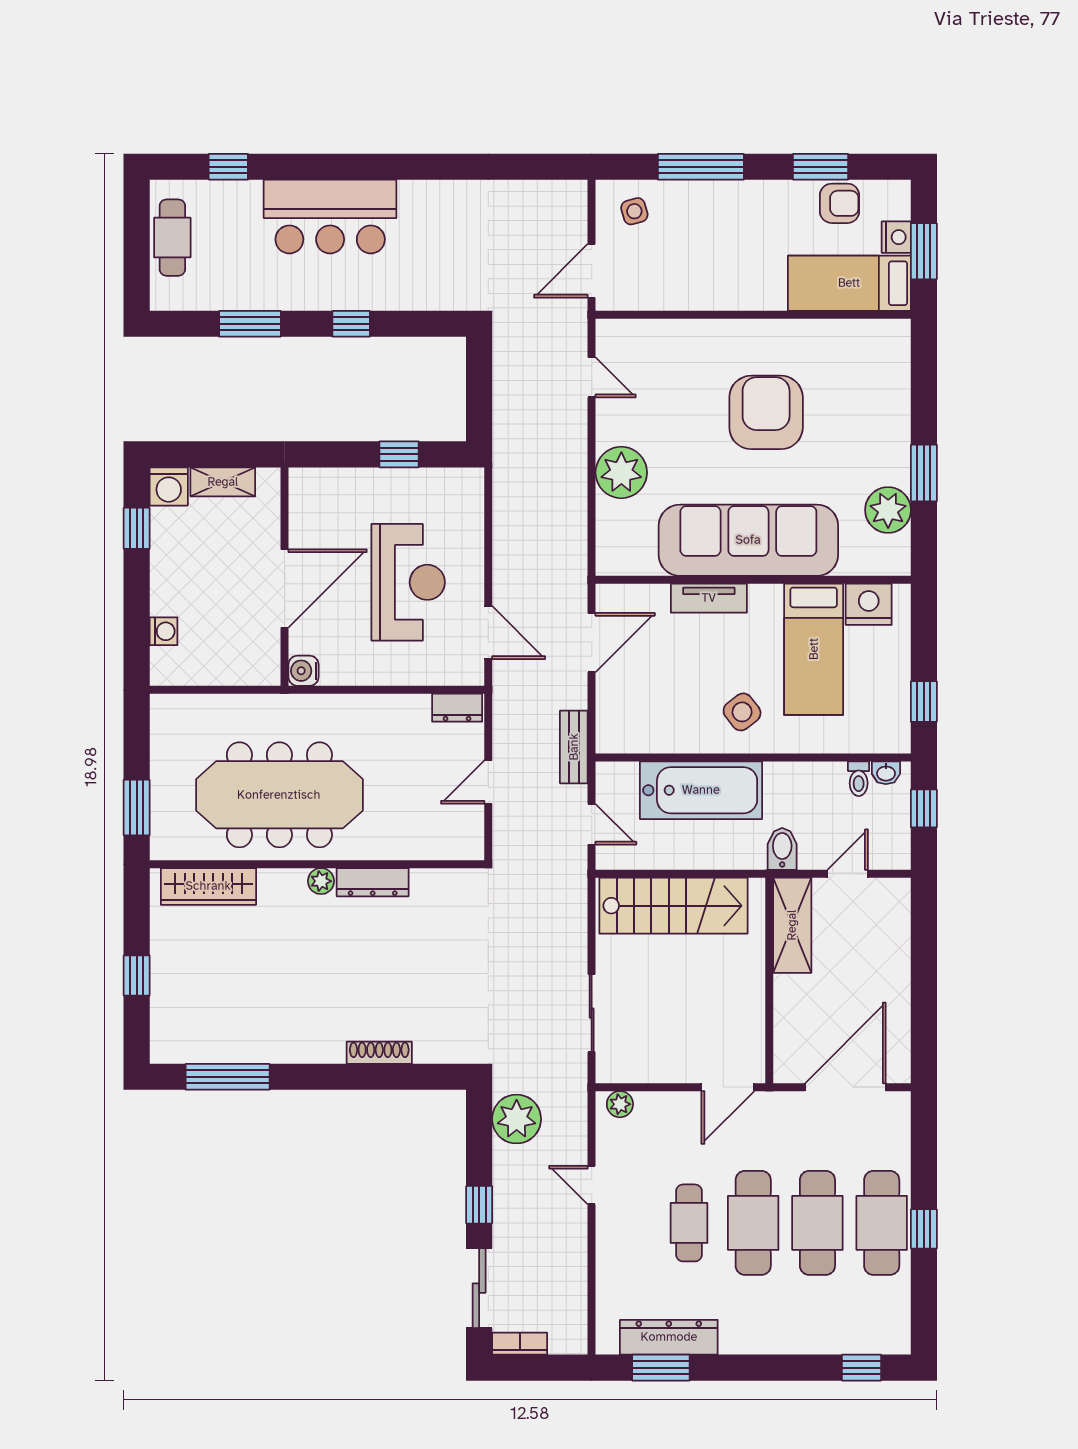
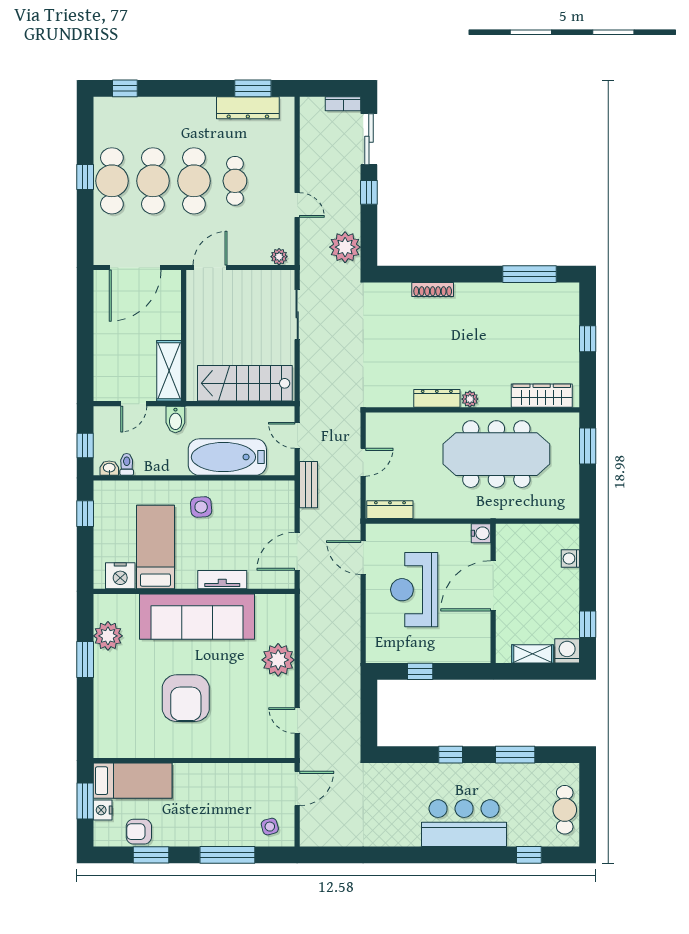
dresser: (457, 708) -> (390, 510), width x1.44
side table: (742, 712) -> (201, 507), turned 34

